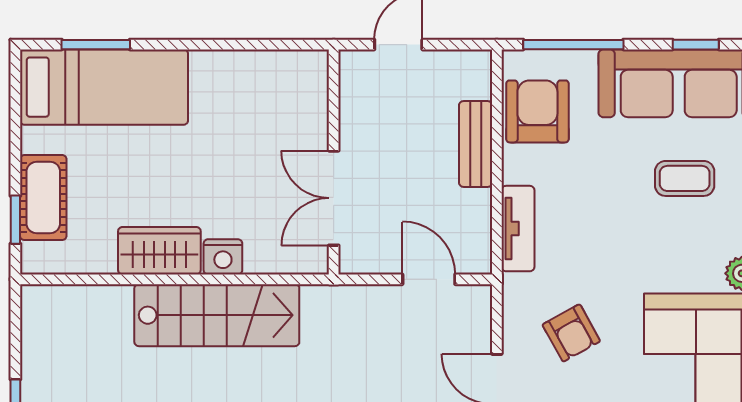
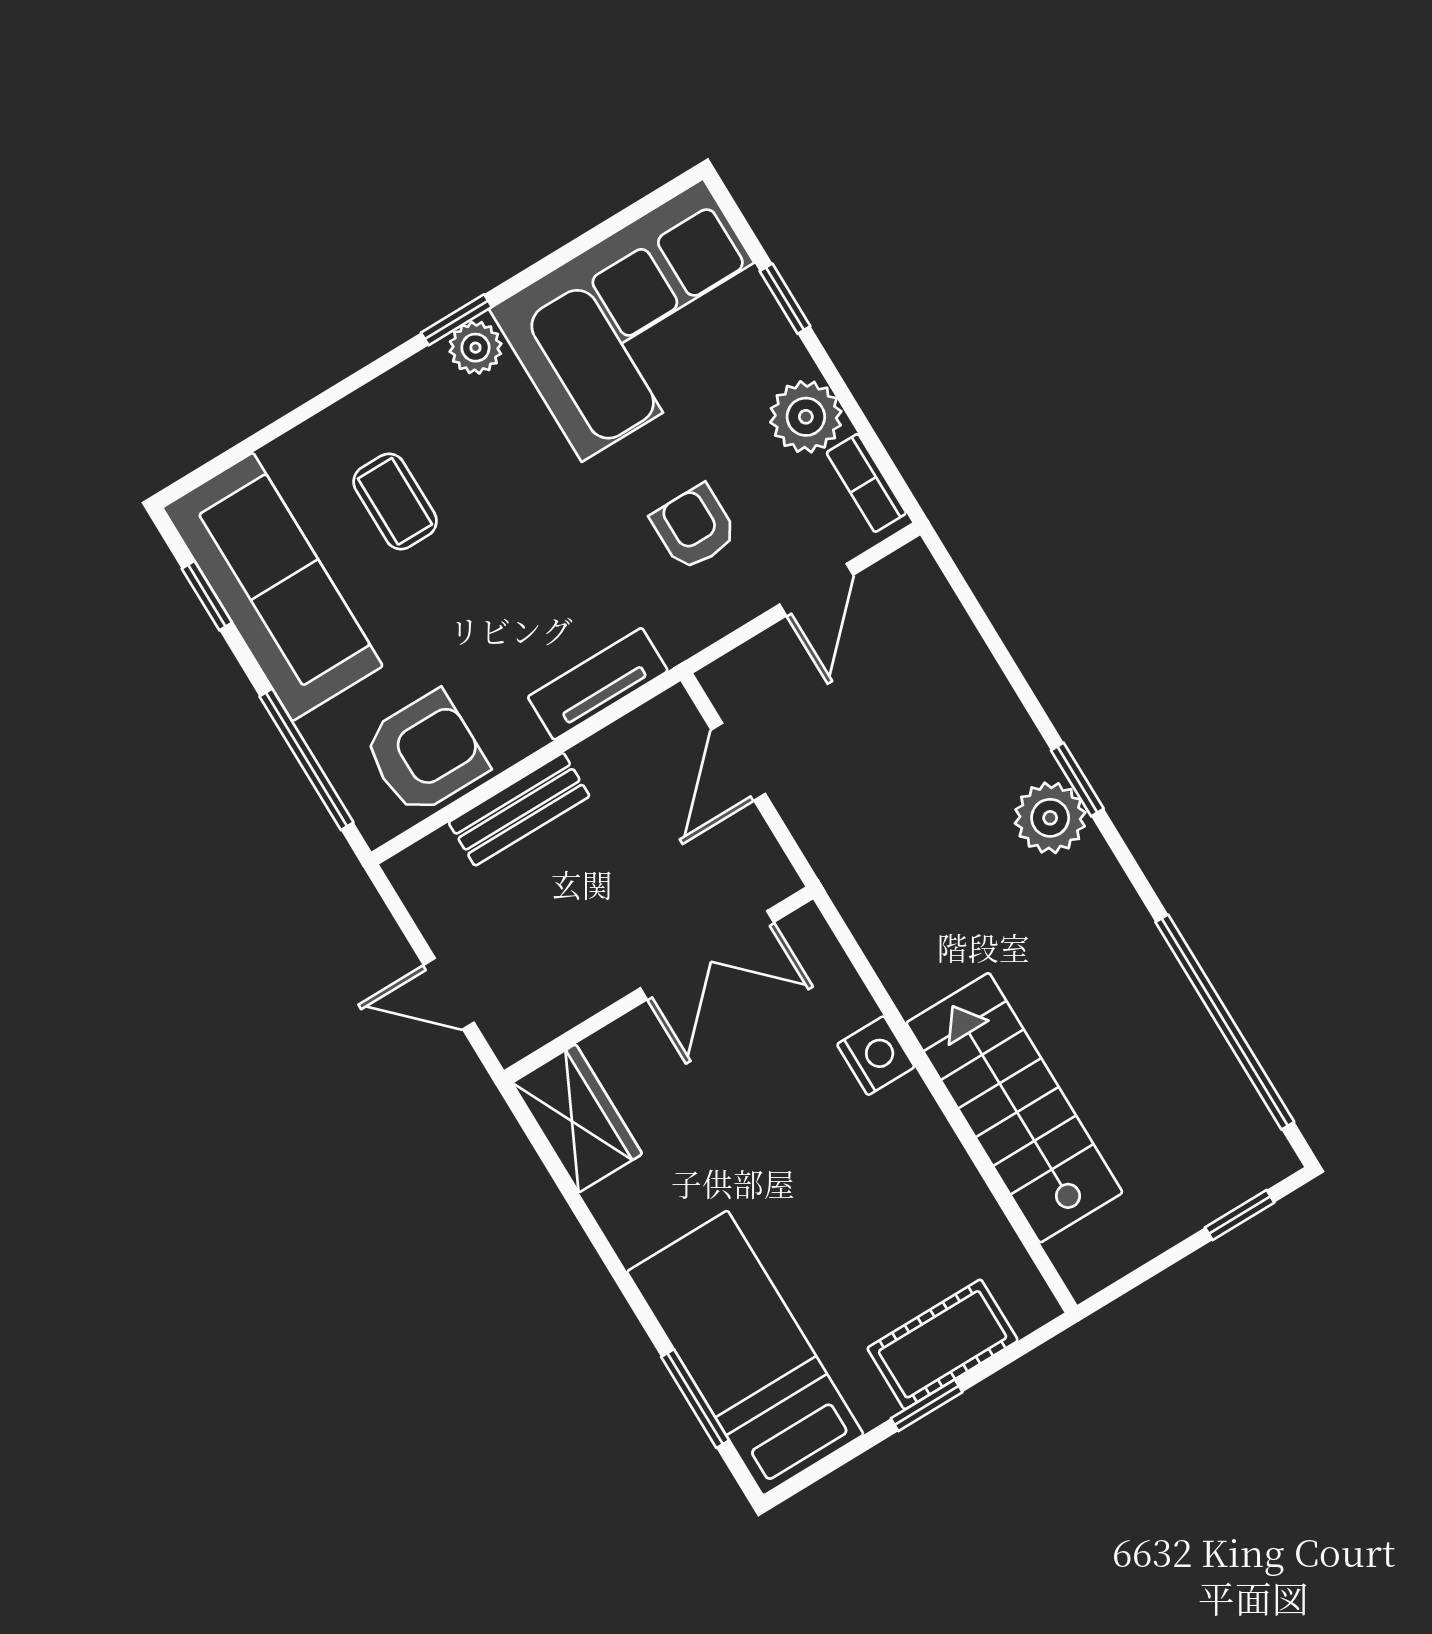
armchair: (537, 111) -> (425, 753), turned 180
window: (15, 220) -> (927, 1405), moved
wardrobe: (159, 251) -> (577, 1118), moved, turned 180
stairs: (217, 315) -> (1014, 1108), moved
armchair: (571, 333) -> (694, 527), turned -61

